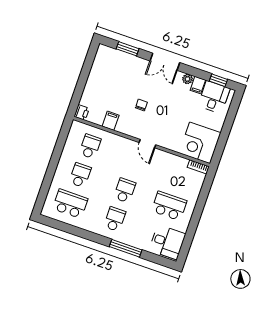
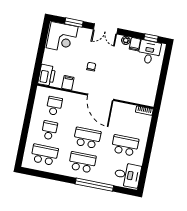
printer: (82, 112) -> (47, 75), width x1.87, depth x1.48
corner desk: (200, 143) -> (62, 37), moved, turned -90
door: (147, 144) -> (100, 97), width x1.88
school desk: (125, 190) -> (87, 138), width x1.85
school desk: (115, 219) -> (82, 162), width x1.85
window: (126, 248) -> (94, 185), width x1.46

